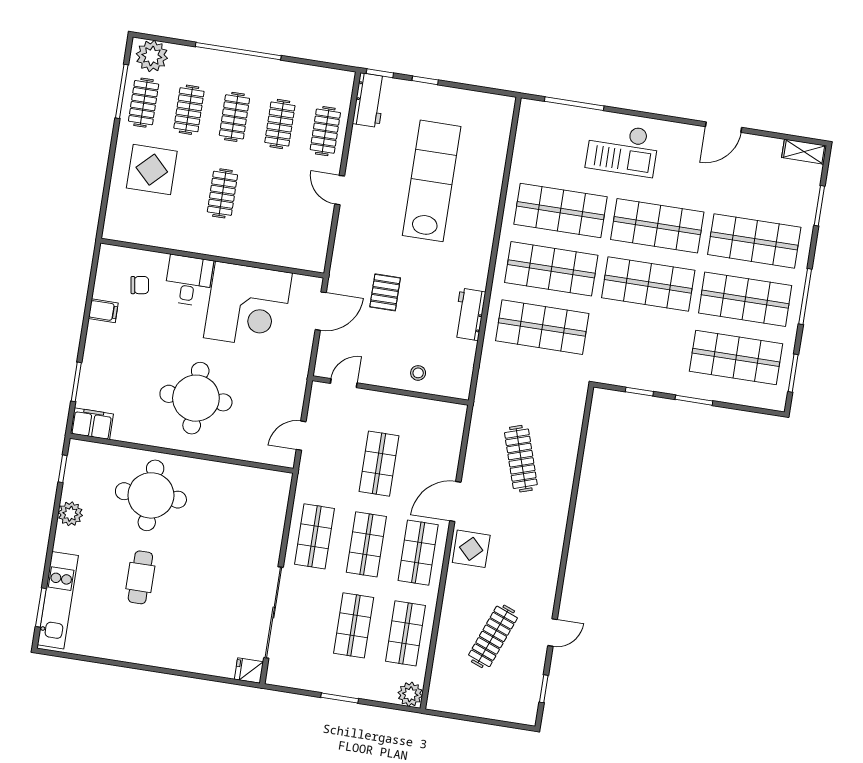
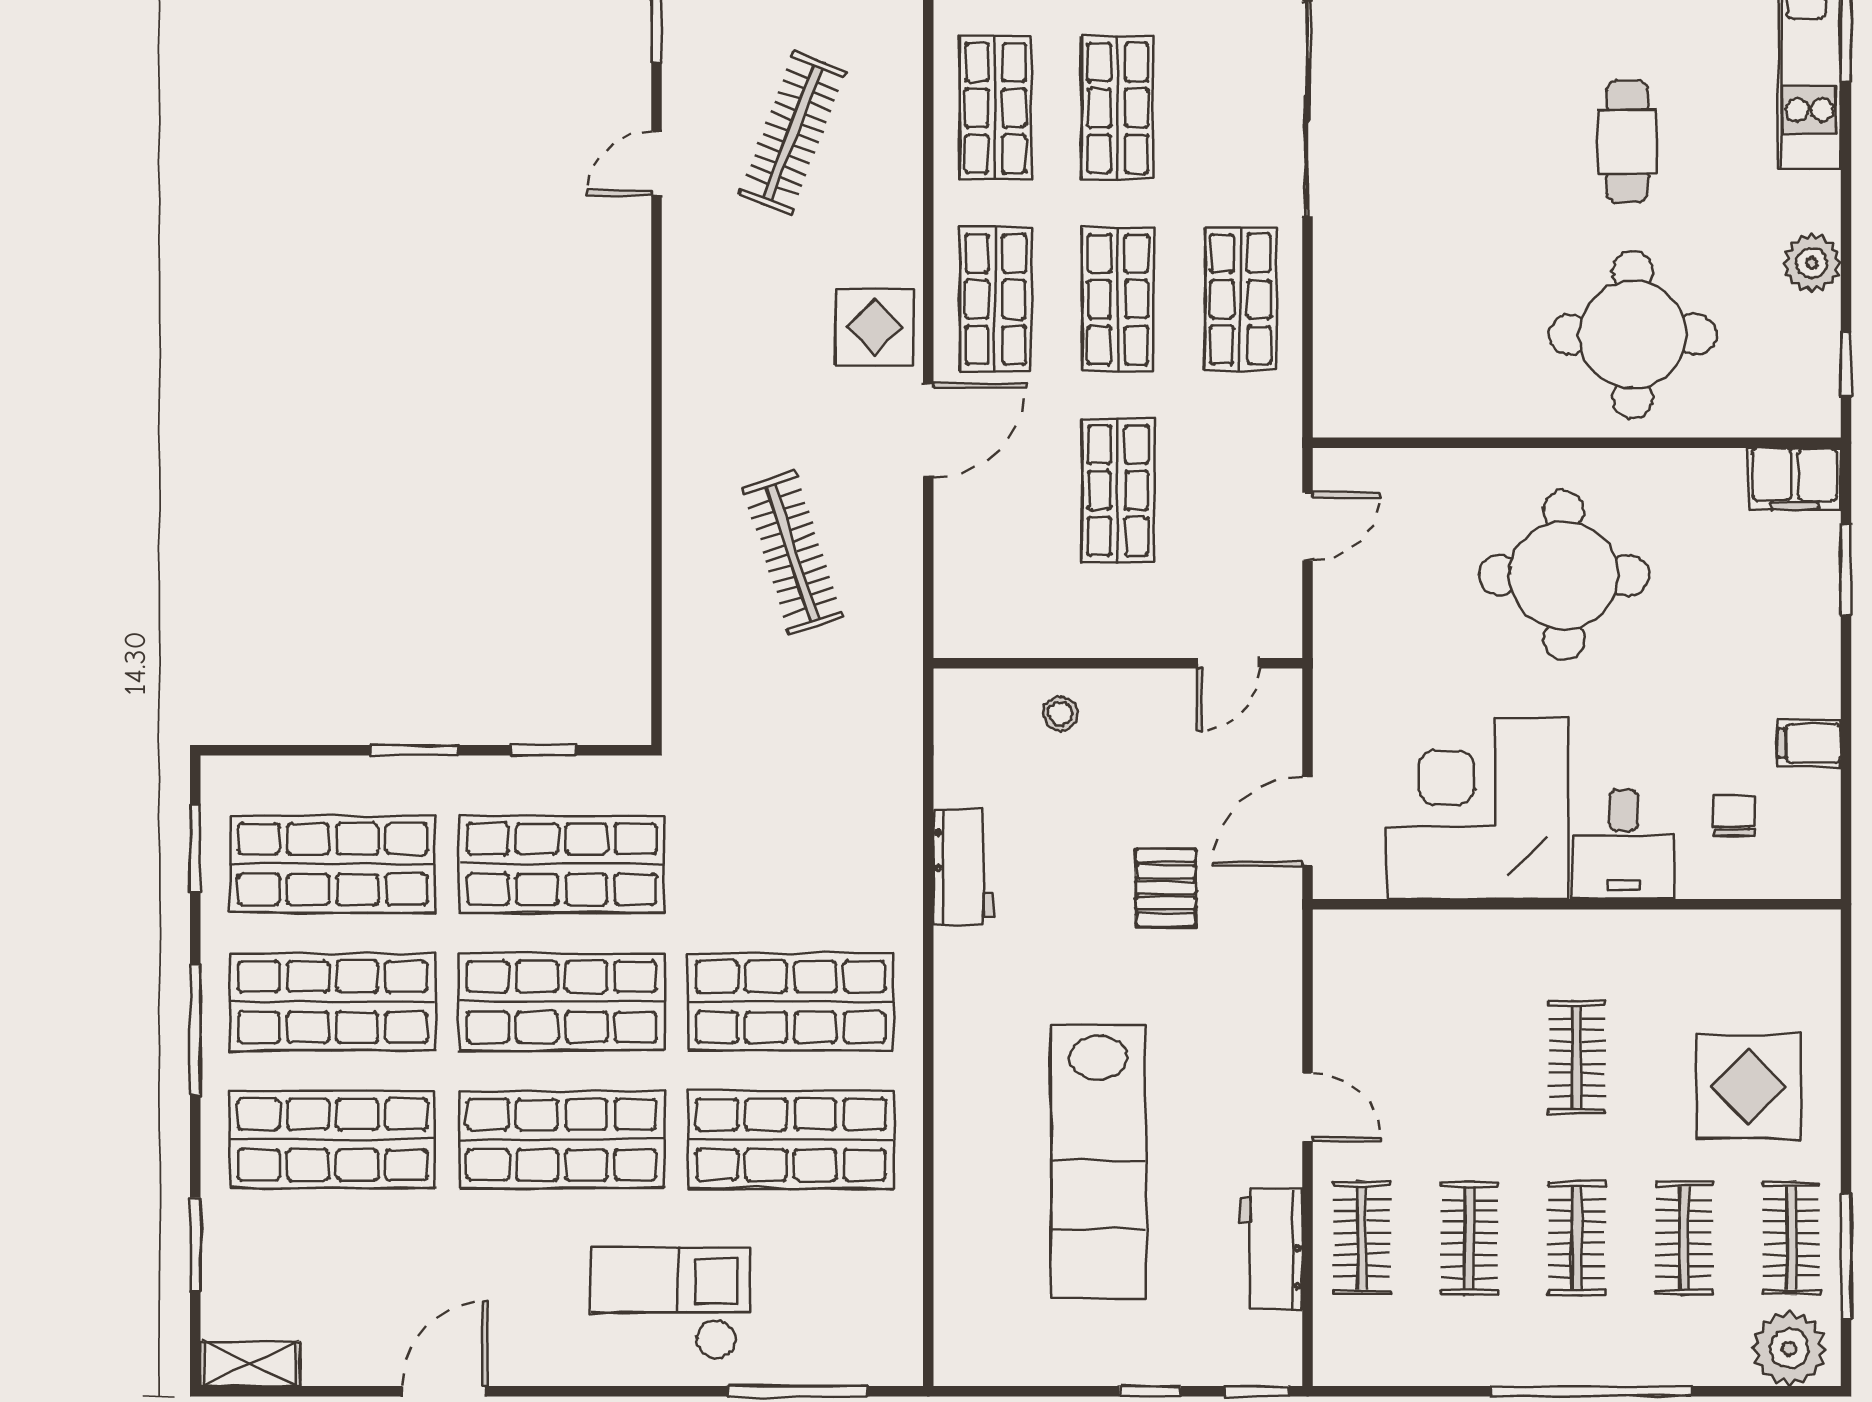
workbench: (369, 100) -> (1271, 1249), moved
chair: (140, 285) -> (1734, 816), turned 99
shop shelf: (542, 327) -> (562, 864), moved

